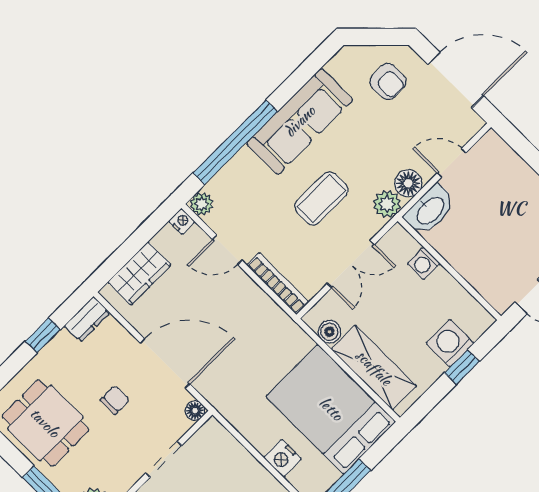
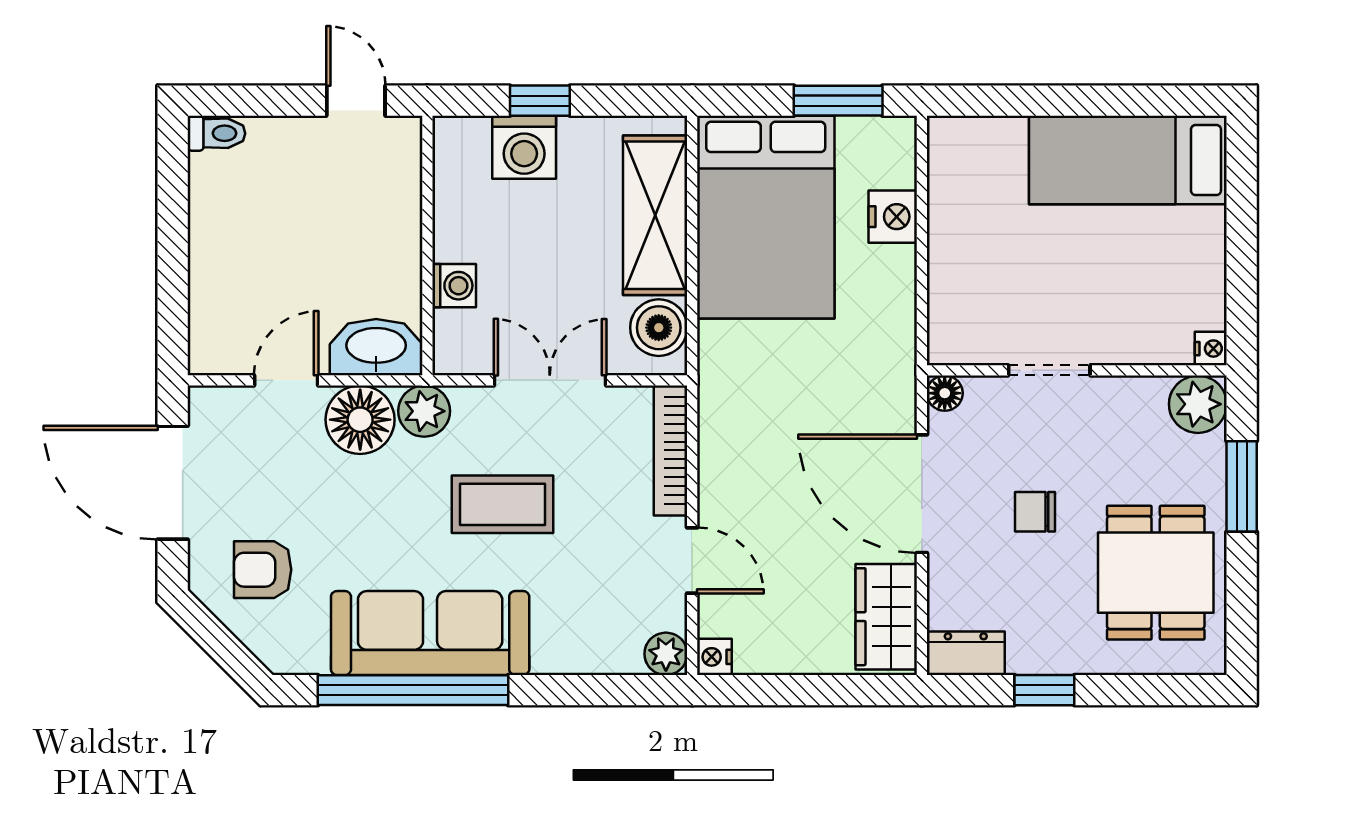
armchair: (388, 81) -> (263, 570), turned -90
window: (235, 142) -> (413, 690), moved
door: (452, 163) -> (286, 380), swing flipped
floor lamp: (408, 183) -> (360, 420), width x1.38, depth x1.38
wardrobe: (139, 274) -> (886, 617), moved, turned -90
boiler: (329, 332) -> (659, 328), width x1.36, depth x1.36

